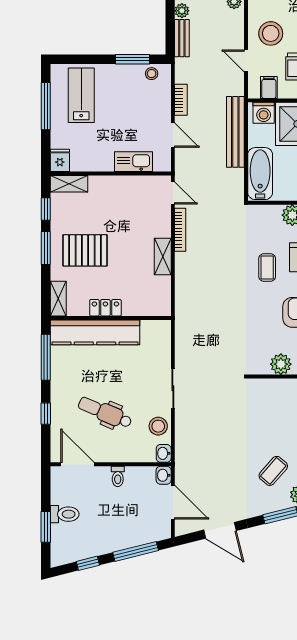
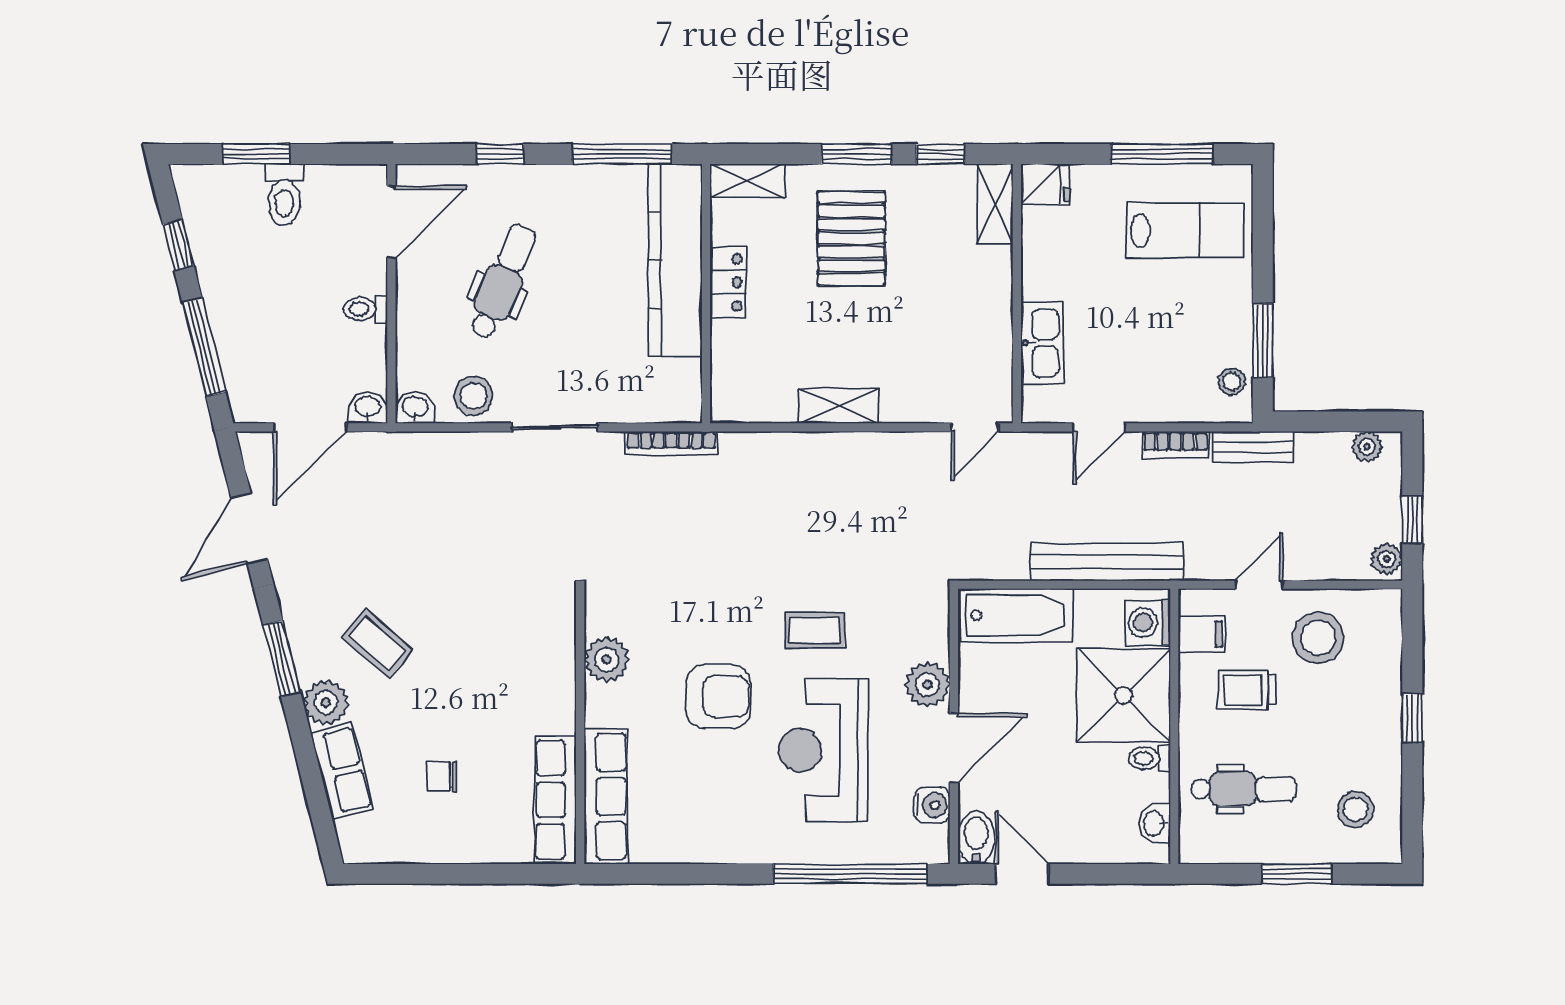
bench: (182, 38) -> (1253, 447), moved
bookcase: (180, 230) -> (671, 443), moved

